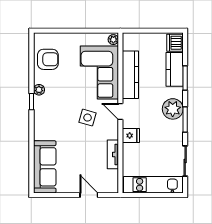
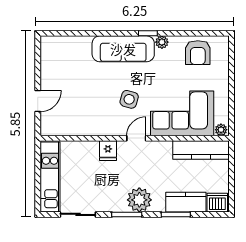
kitchen counter: (130, 75) -> (201, 150), moved
tv unit: (113, 154) -> (86, 129), removed
sofa: (45, 167) -> (123, 49), moved

